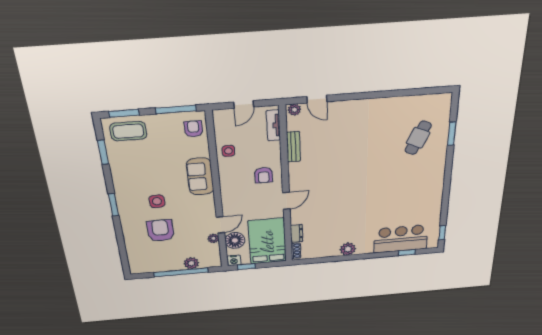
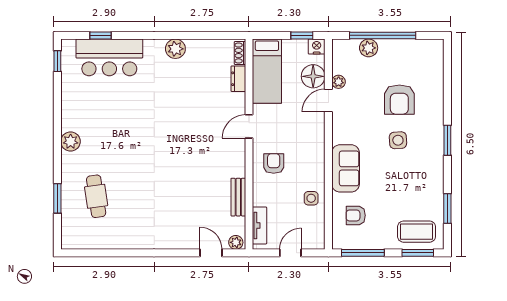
armchair: (193, 129) -> (356, 215), moved, turned 90
cafe table: (418, 138) -> (96, 196), turned -33
plant: (437, 178) -> (71, 141), added
bed: (267, 241) -> (267, 71), width x0.67

